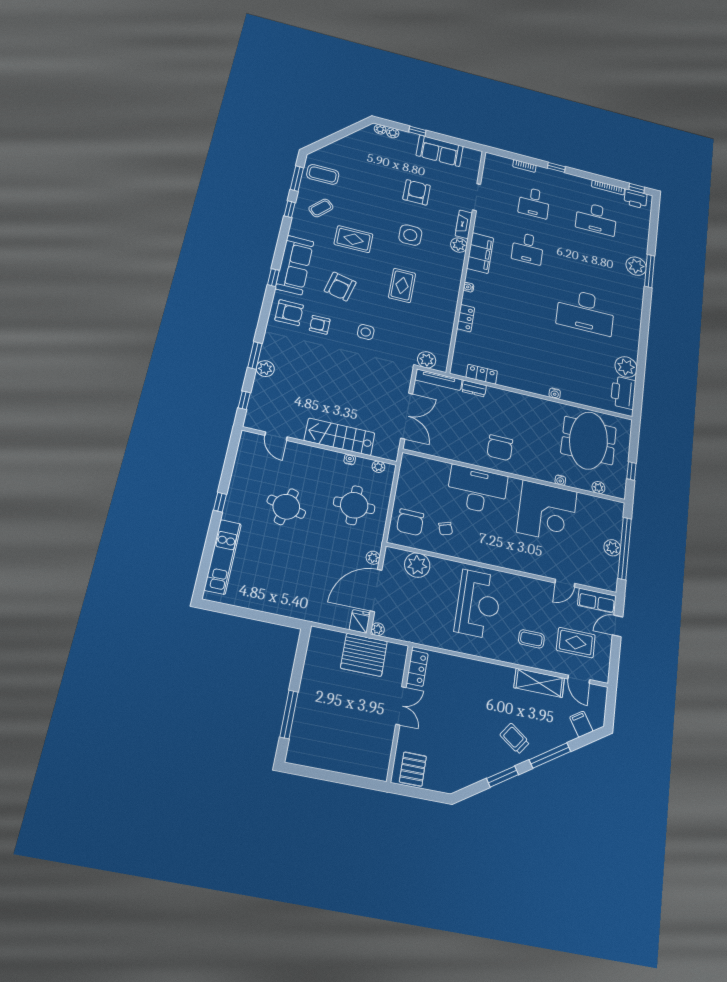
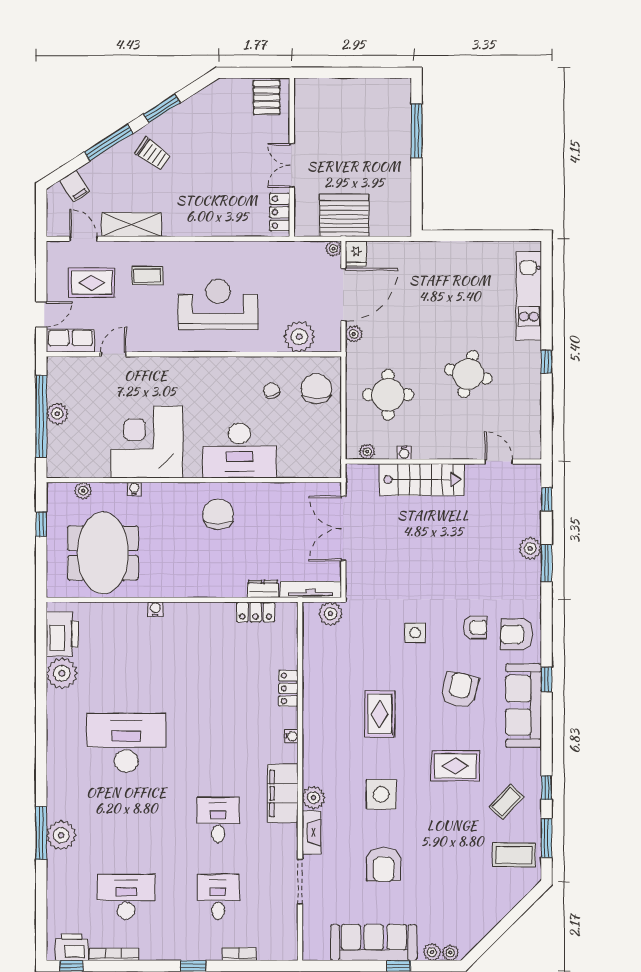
sofa: (440, 151) -> (374, 942), width x1.36
reception desk: (478, 604) -> (218, 304), turned 90

